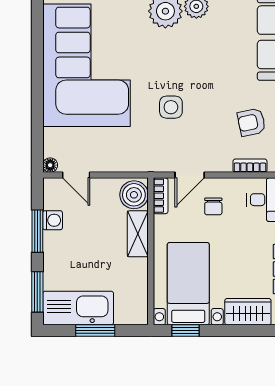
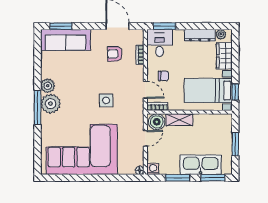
armchair: (251, 122) -> (115, 54), turned 102
door: (76, 175) -> (145, 138), moved
washing machine: (53, 220) -> (153, 169), moved
kitchen sink: (78, 308) -> (201, 165), moved, turned 90

